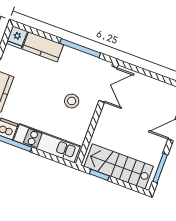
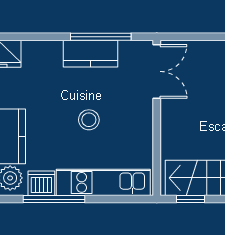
kitchen counter: (43, 47) -> (90, 54), moved
stool: (72, 101) -> (89, 120), moved

